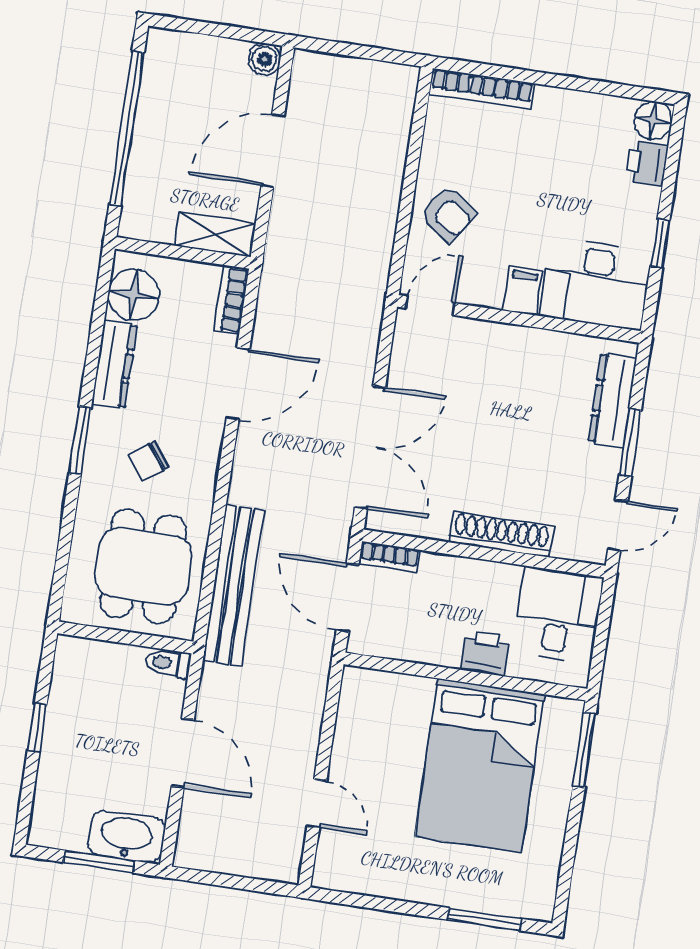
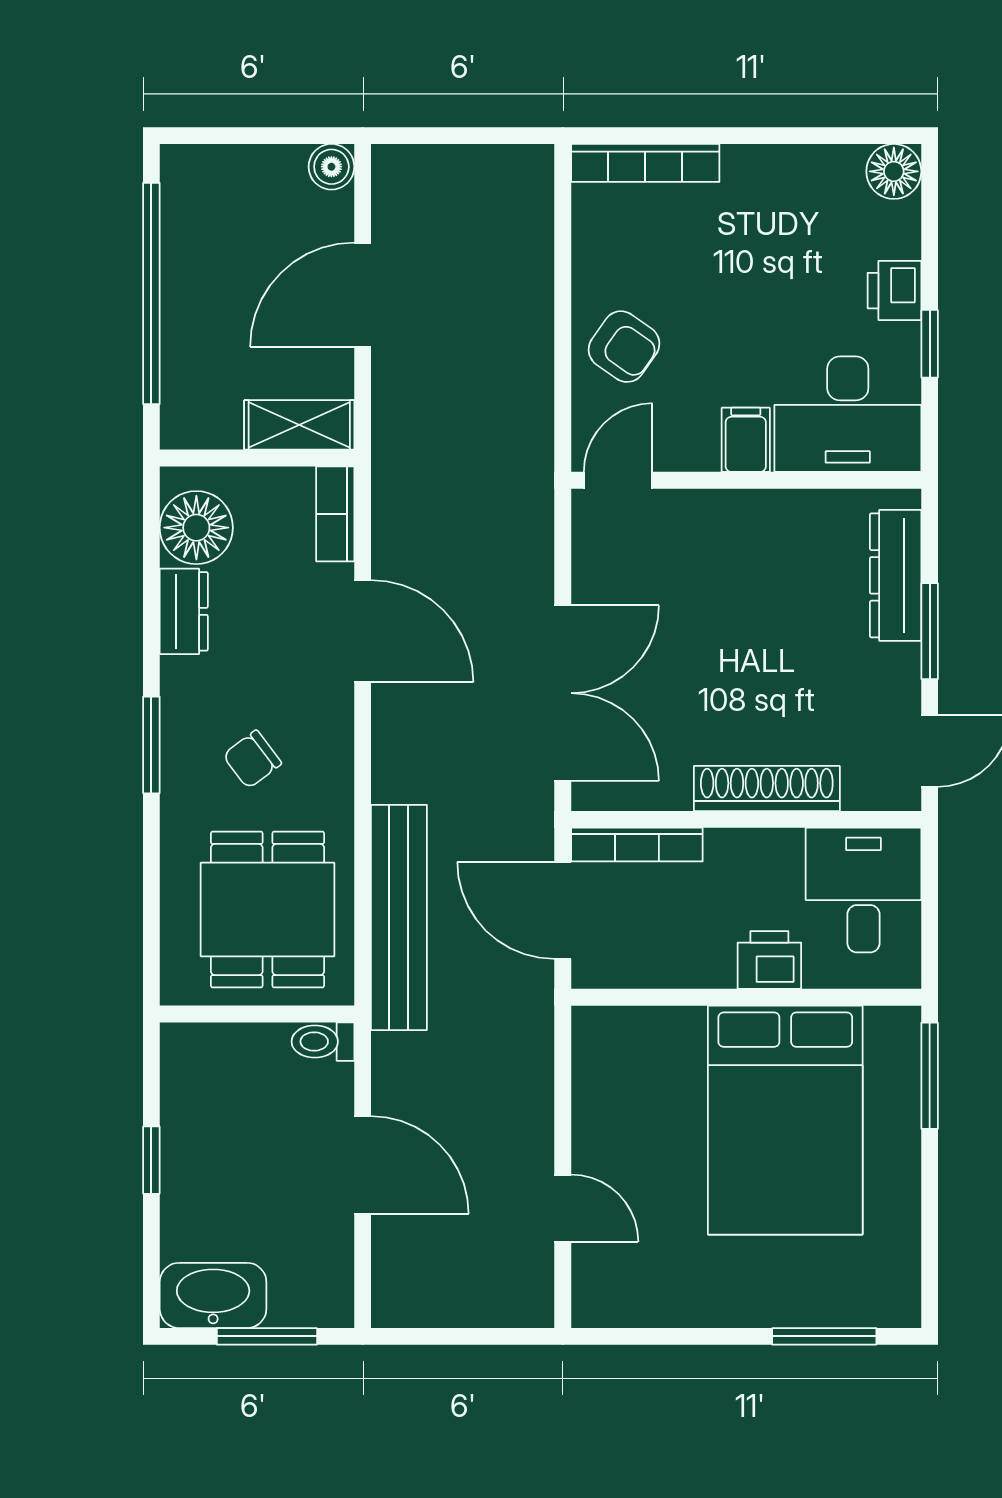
printer: (647, 163) -> (894, 291), moved
dresser: (114, 364) -> (184, 611), width x0.70
door: (238, 384) -> (363, 631), hinge flipped
bookcase: (389, 557) -> (637, 845), width x1.56
washbasin: (127, 837) -> (213, 1295), moved

